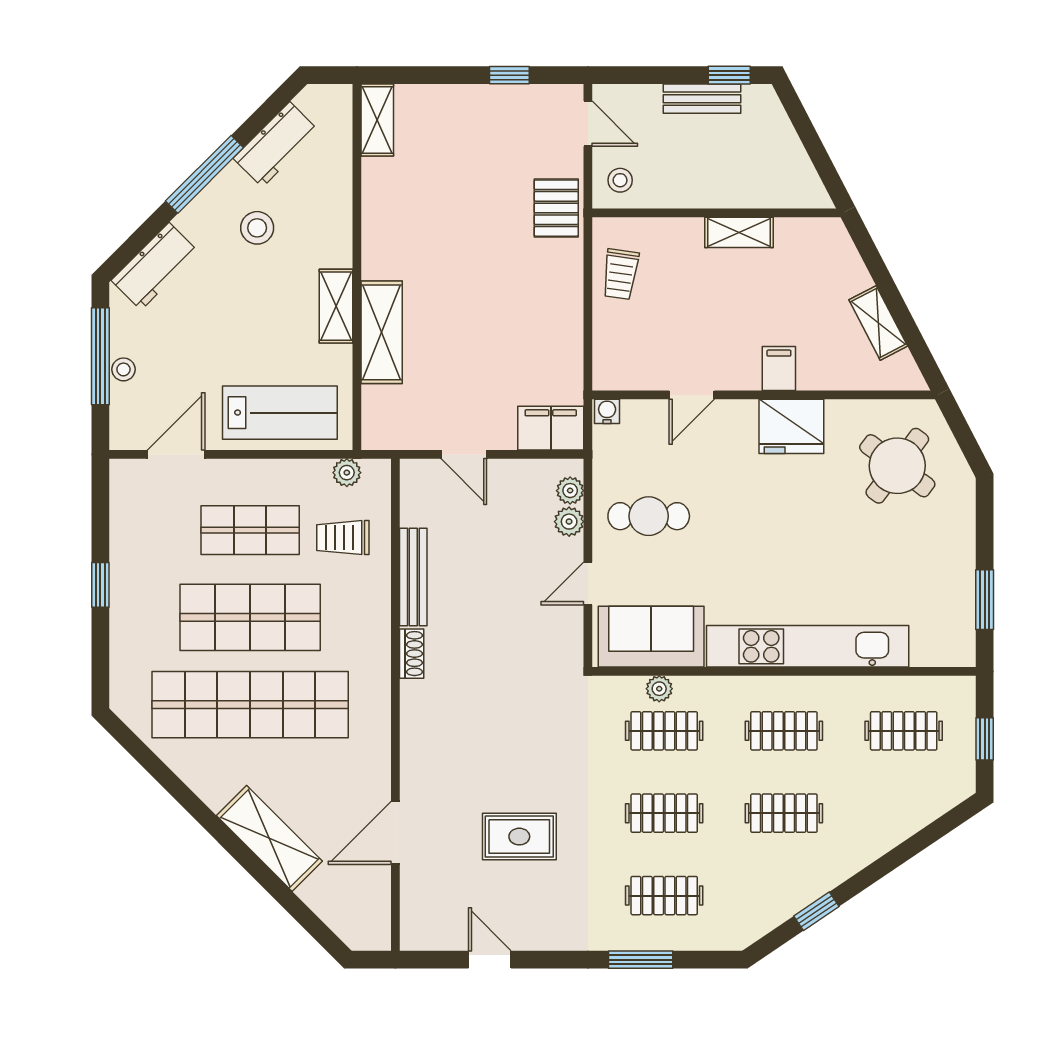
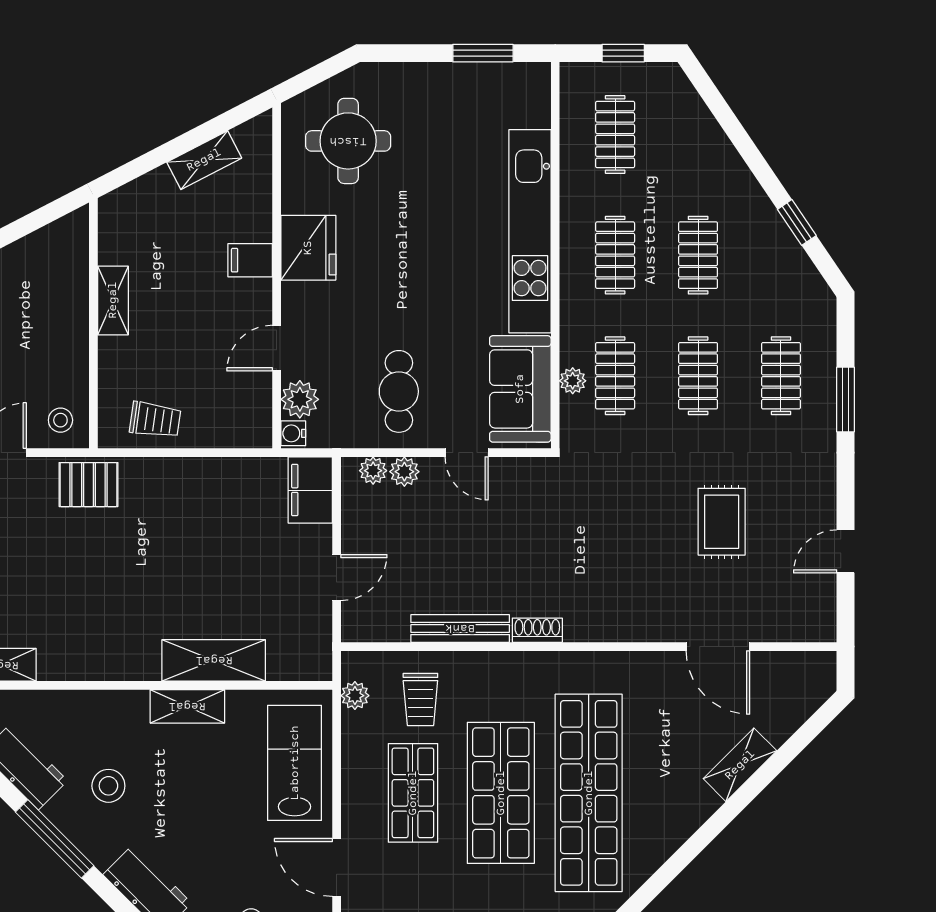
door: (692, 395) -> (277, 348), swing flipped
plant: (641, 418) -> (300, 399), added
round table: (897, 466) -> (348, 141), turned -37
shelving: (269, 838) -> (740, 765), width x0.67, depth x0.75

